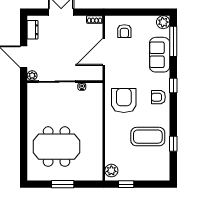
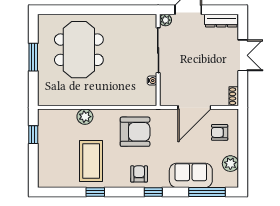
plant: (163, 22) -> (230, 164), moved
dresser: (33, 30) -> (221, 21), width x1.44
door: (104, 52) -> (194, 107), swing flipped
window: (173, 144) -> (95, 192), moved
plant: (111, 171) -> (85, 117), moved

